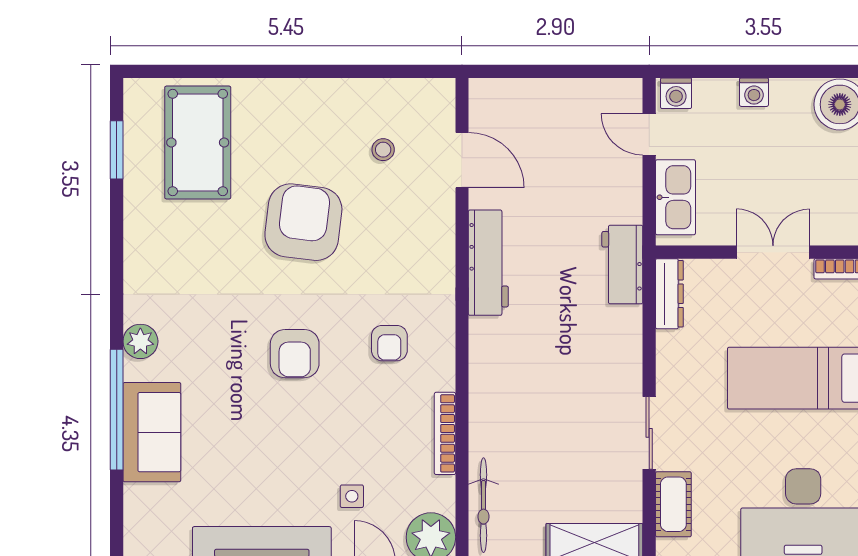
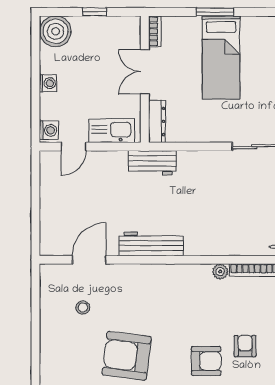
dresser: (669, 294) -> (157, 121), moved, turned 90
armchair: (389, 343) -> (245, 346), moved, turned -90
plant: (443, 377) -> (220, 272), added

